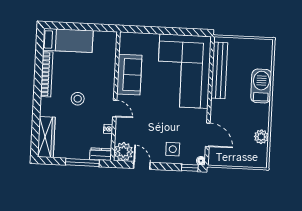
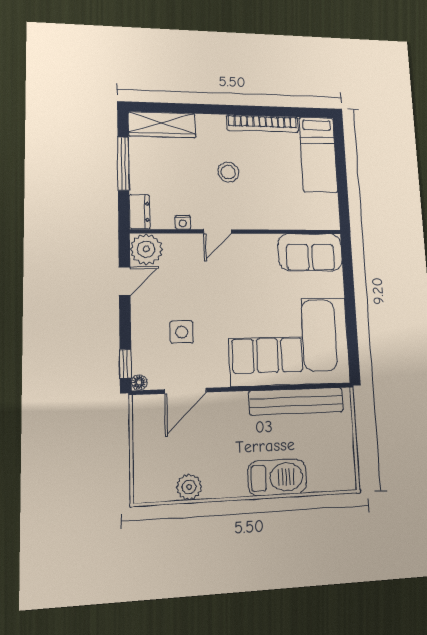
sofa: (129, 75) -> (310, 252), moved
side table: (173, 149) -> (182, 332), moved
window: (82, 162) -> (123, 164), moved

